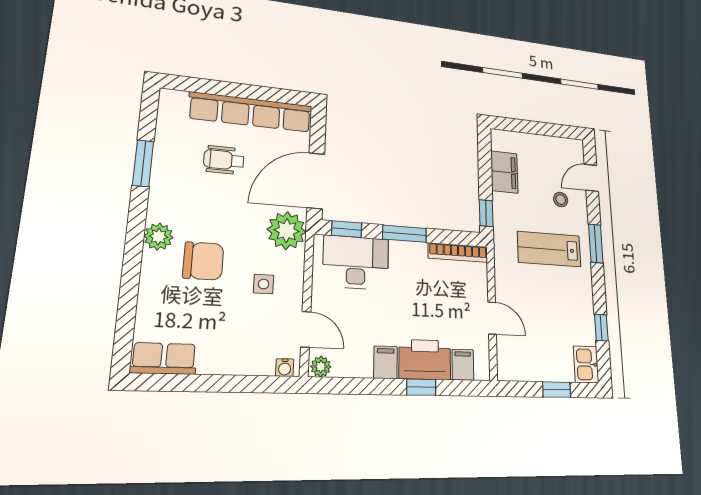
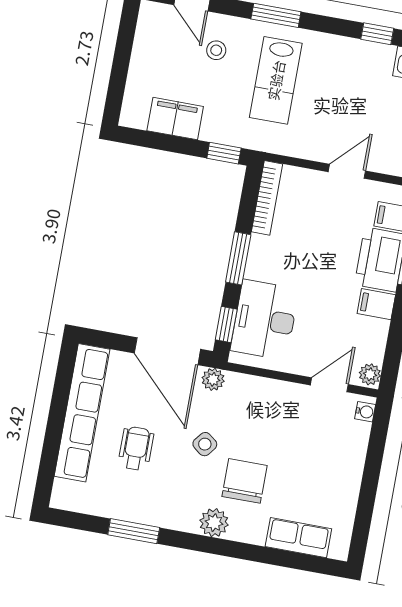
wheelchair: (224, 160) -> (136, 448), turned 180
plant: (287, 231) -> (213, 379), width x0.53, depth x0.53
side table: (264, 284) -> (205, 444), moved, turned 38
row of seats: (164, 358) -> (298, 538), moved, turned 90

